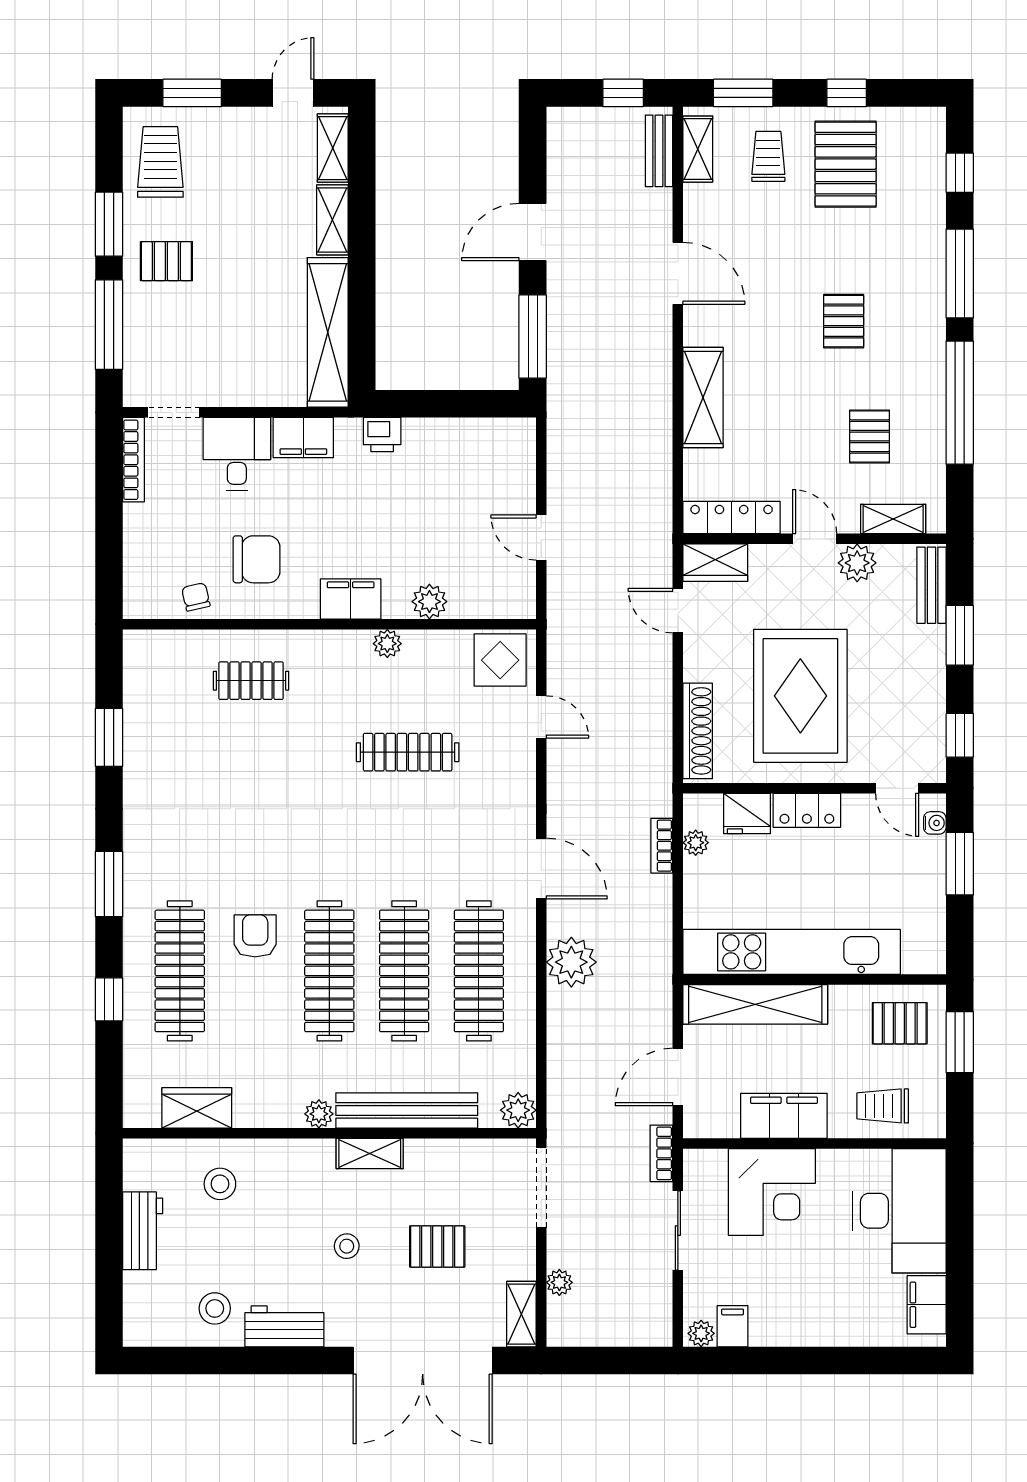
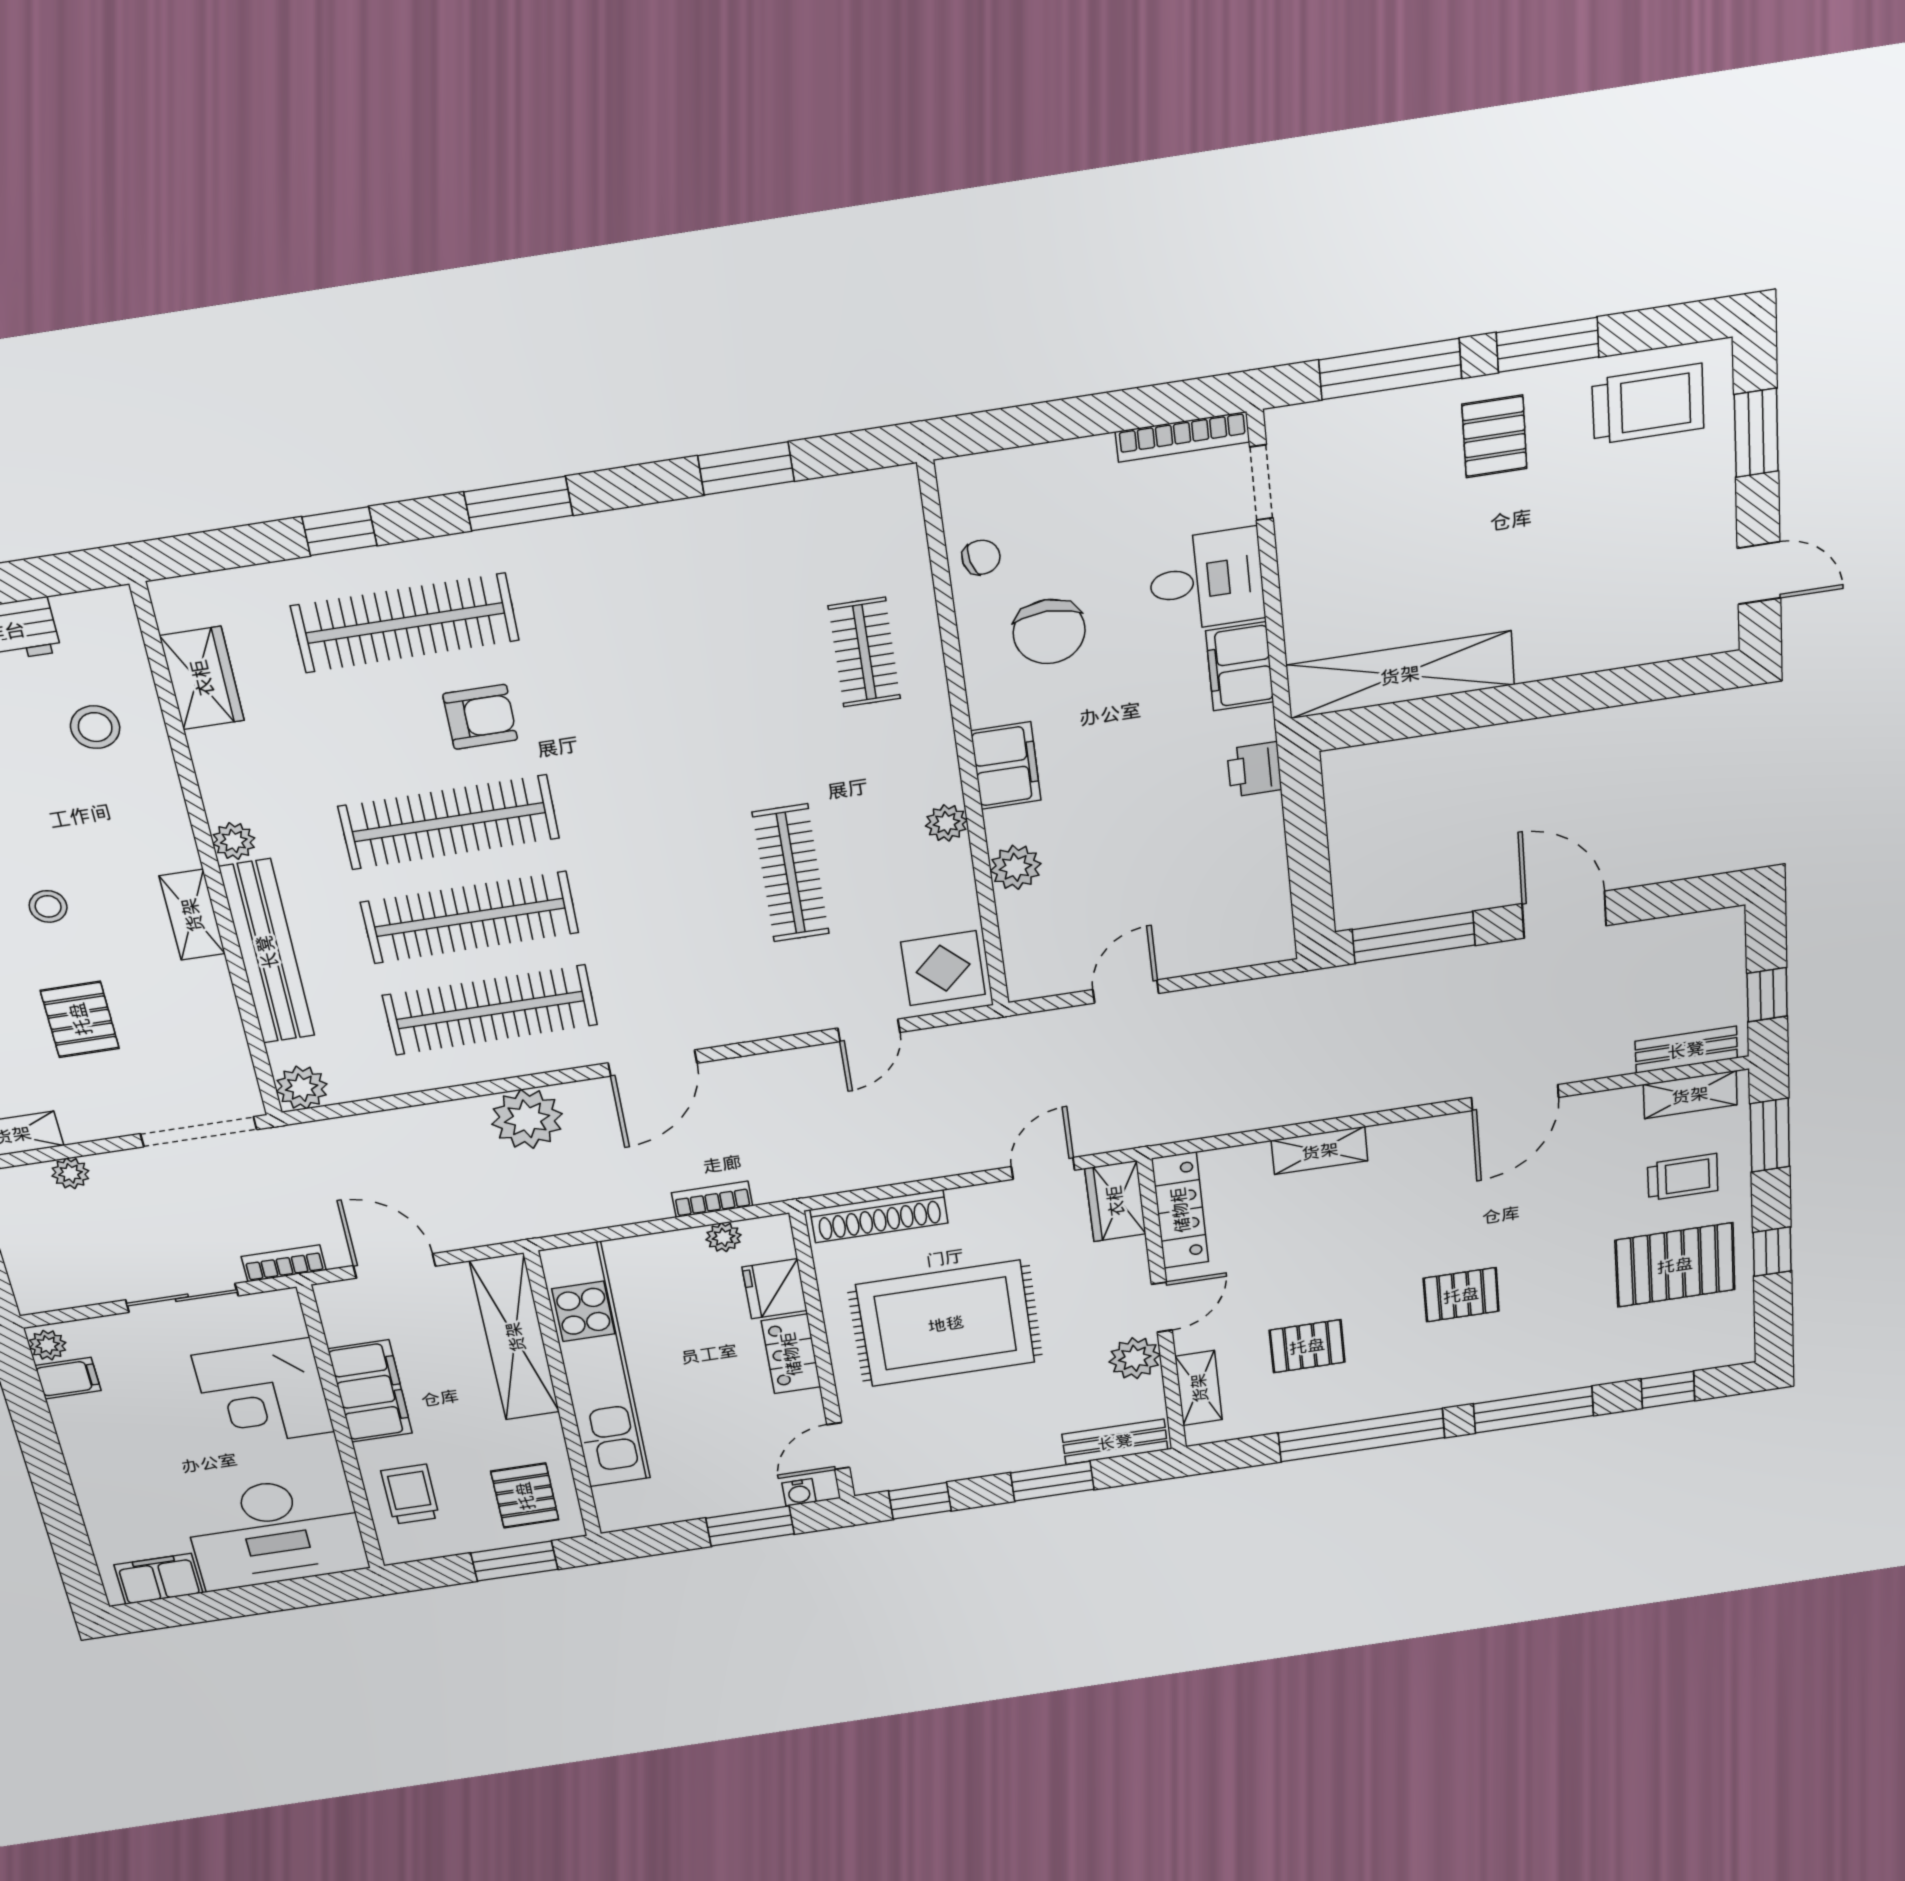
shelving: (333, 148) -> (1677, 639), removed
shelving: (332, 220) -> (1569, 655), removed
shelving: (703, 398) -> (1320, 1151), width x0.67, depth x0.75

